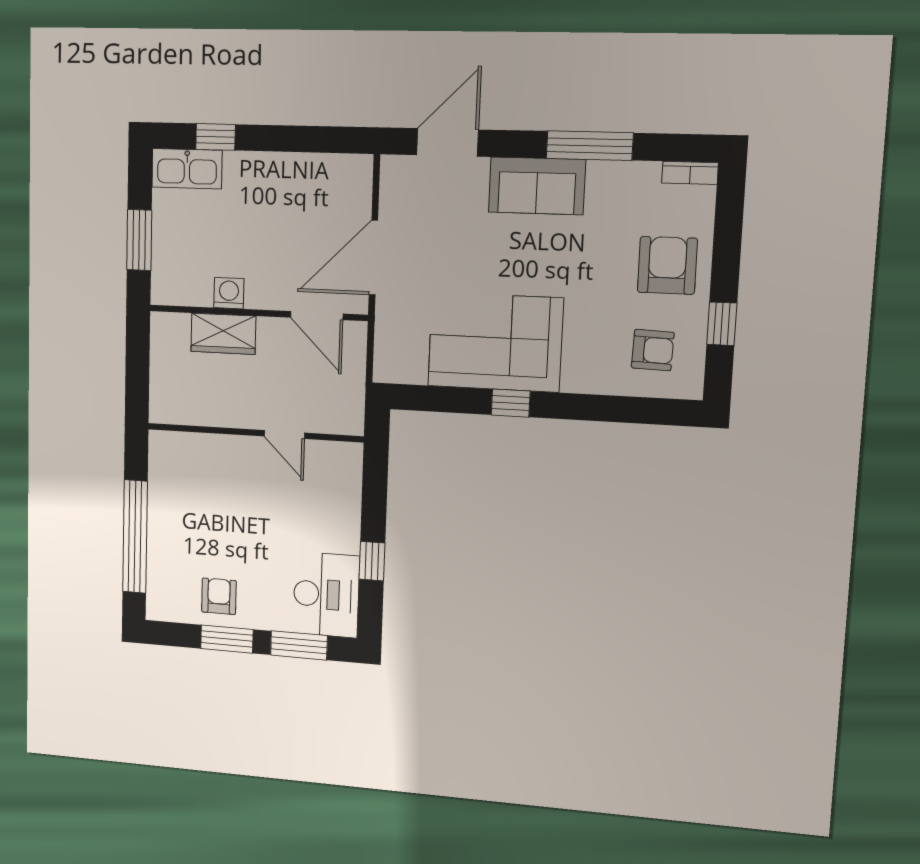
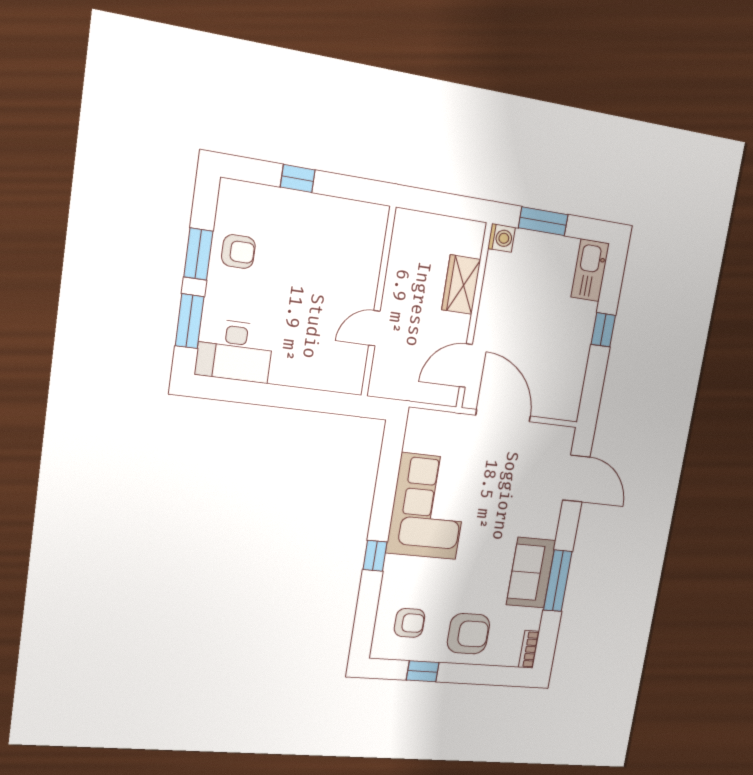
window: (216, 137) -> (603, 330), moved
sofa: (537, 186) -> (531, 573), moved
washing machine: (229, 293) -> (501, 238), moved
armchair: (653, 350) -> (409, 623), turned -92
window: (511, 403) -> (375, 556), moved
window: (135, 537) -> (298, 179), width x0.32
window: (372, 561) -> (262, 394), removed

